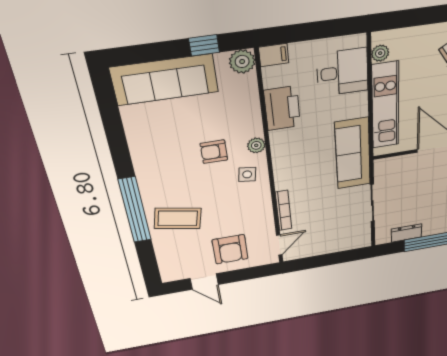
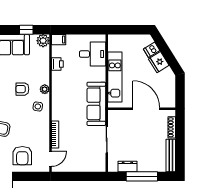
plant: (380, 53) -> (112, 46), removed
printer: (282, 108) -> (57, 64), width x0.53, depth x0.68

